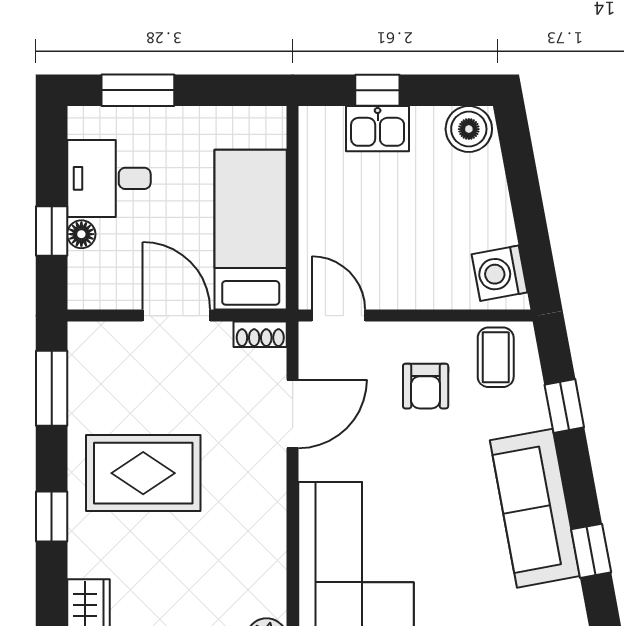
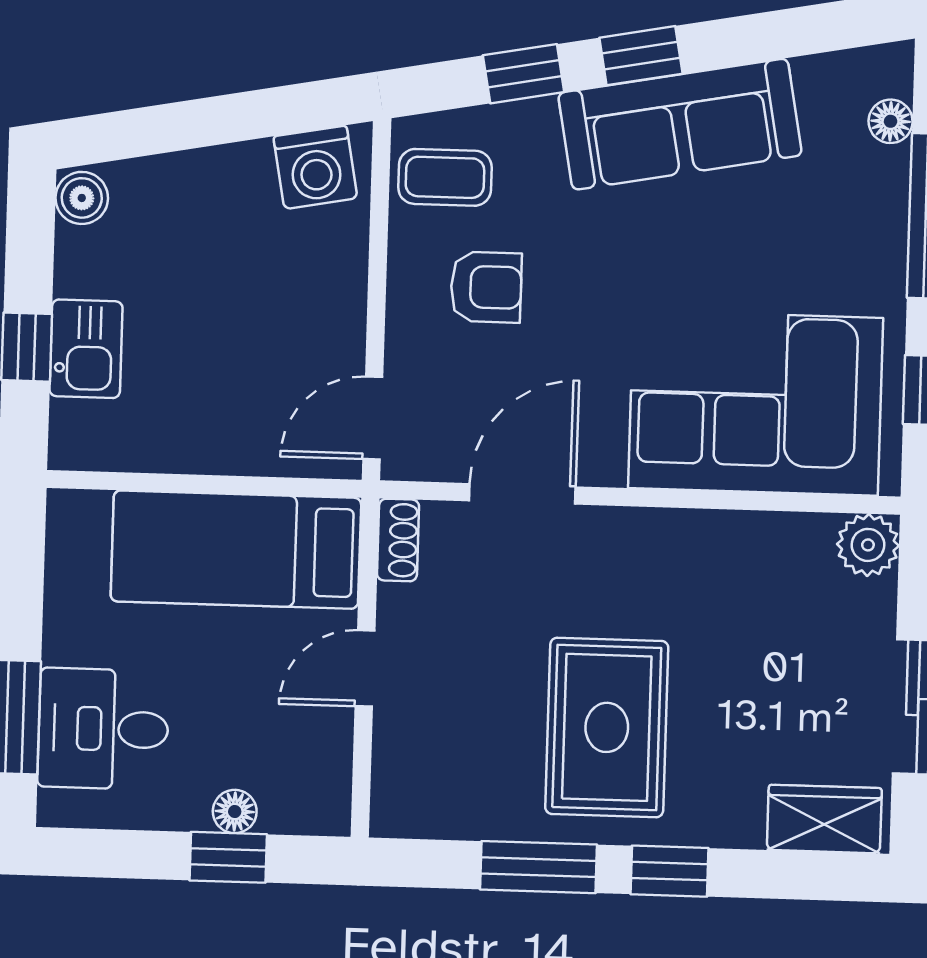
boiler: (469, 129) -> (82, 198), width x0.73, depth x0.73
desk: (109, 178) -> (103, 729), moved, turned 90
door: (176, 316) -> (365, 668), width x0.73
window: (52, 388) -> (539, 867), moved
door: (293, 414) -> (522, 494), hinge flipped
window: (591, 551) -> (641, 56), moved

